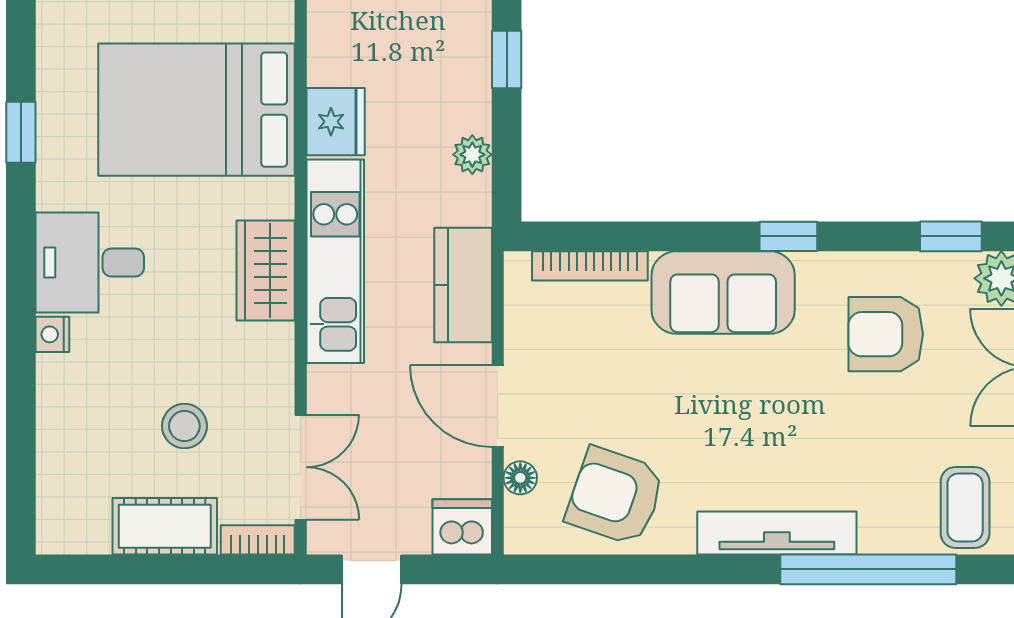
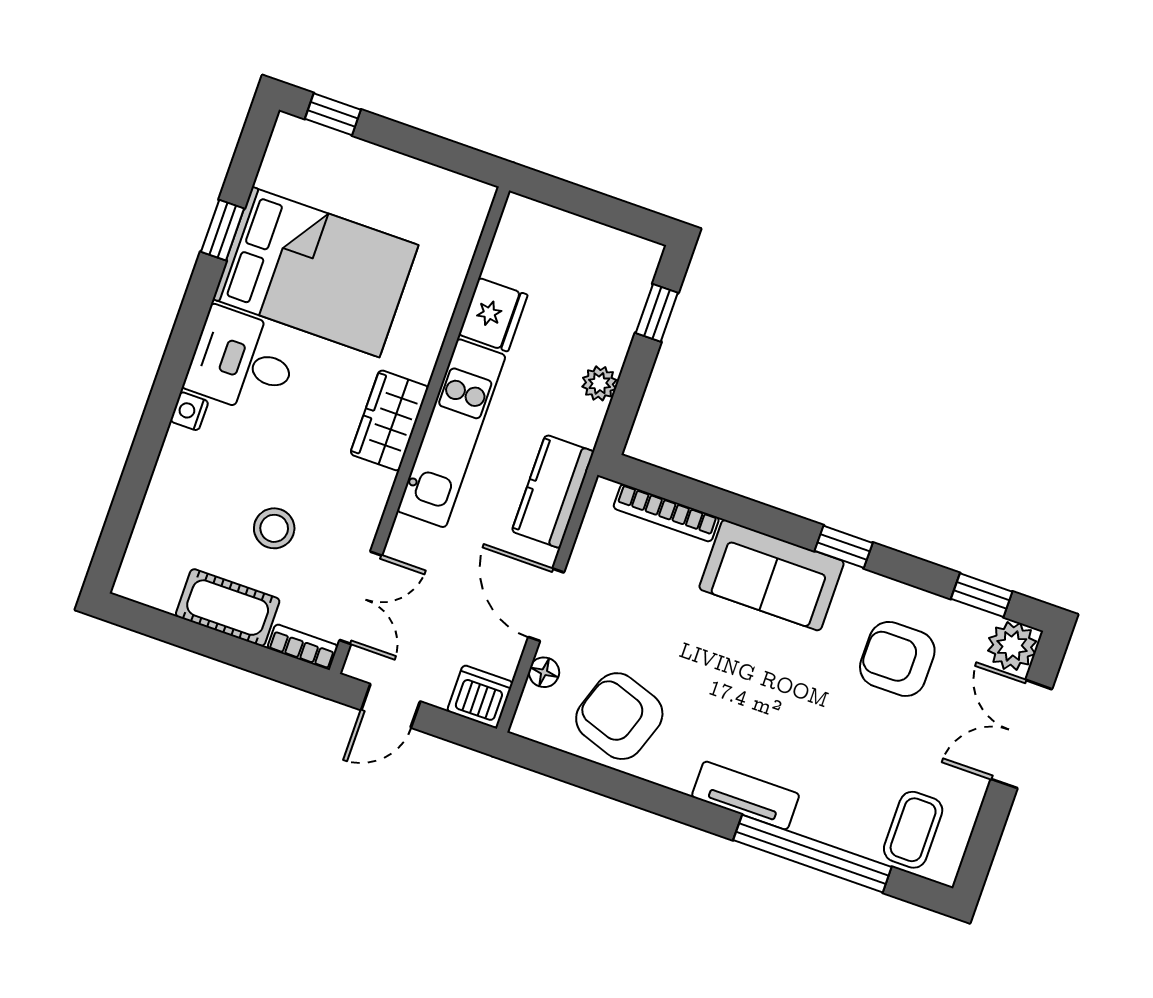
bed: (197, 110) -> (316, 272), moved, turned 180
tv unit: (777, 533) -> (746, 795), width x0.71

